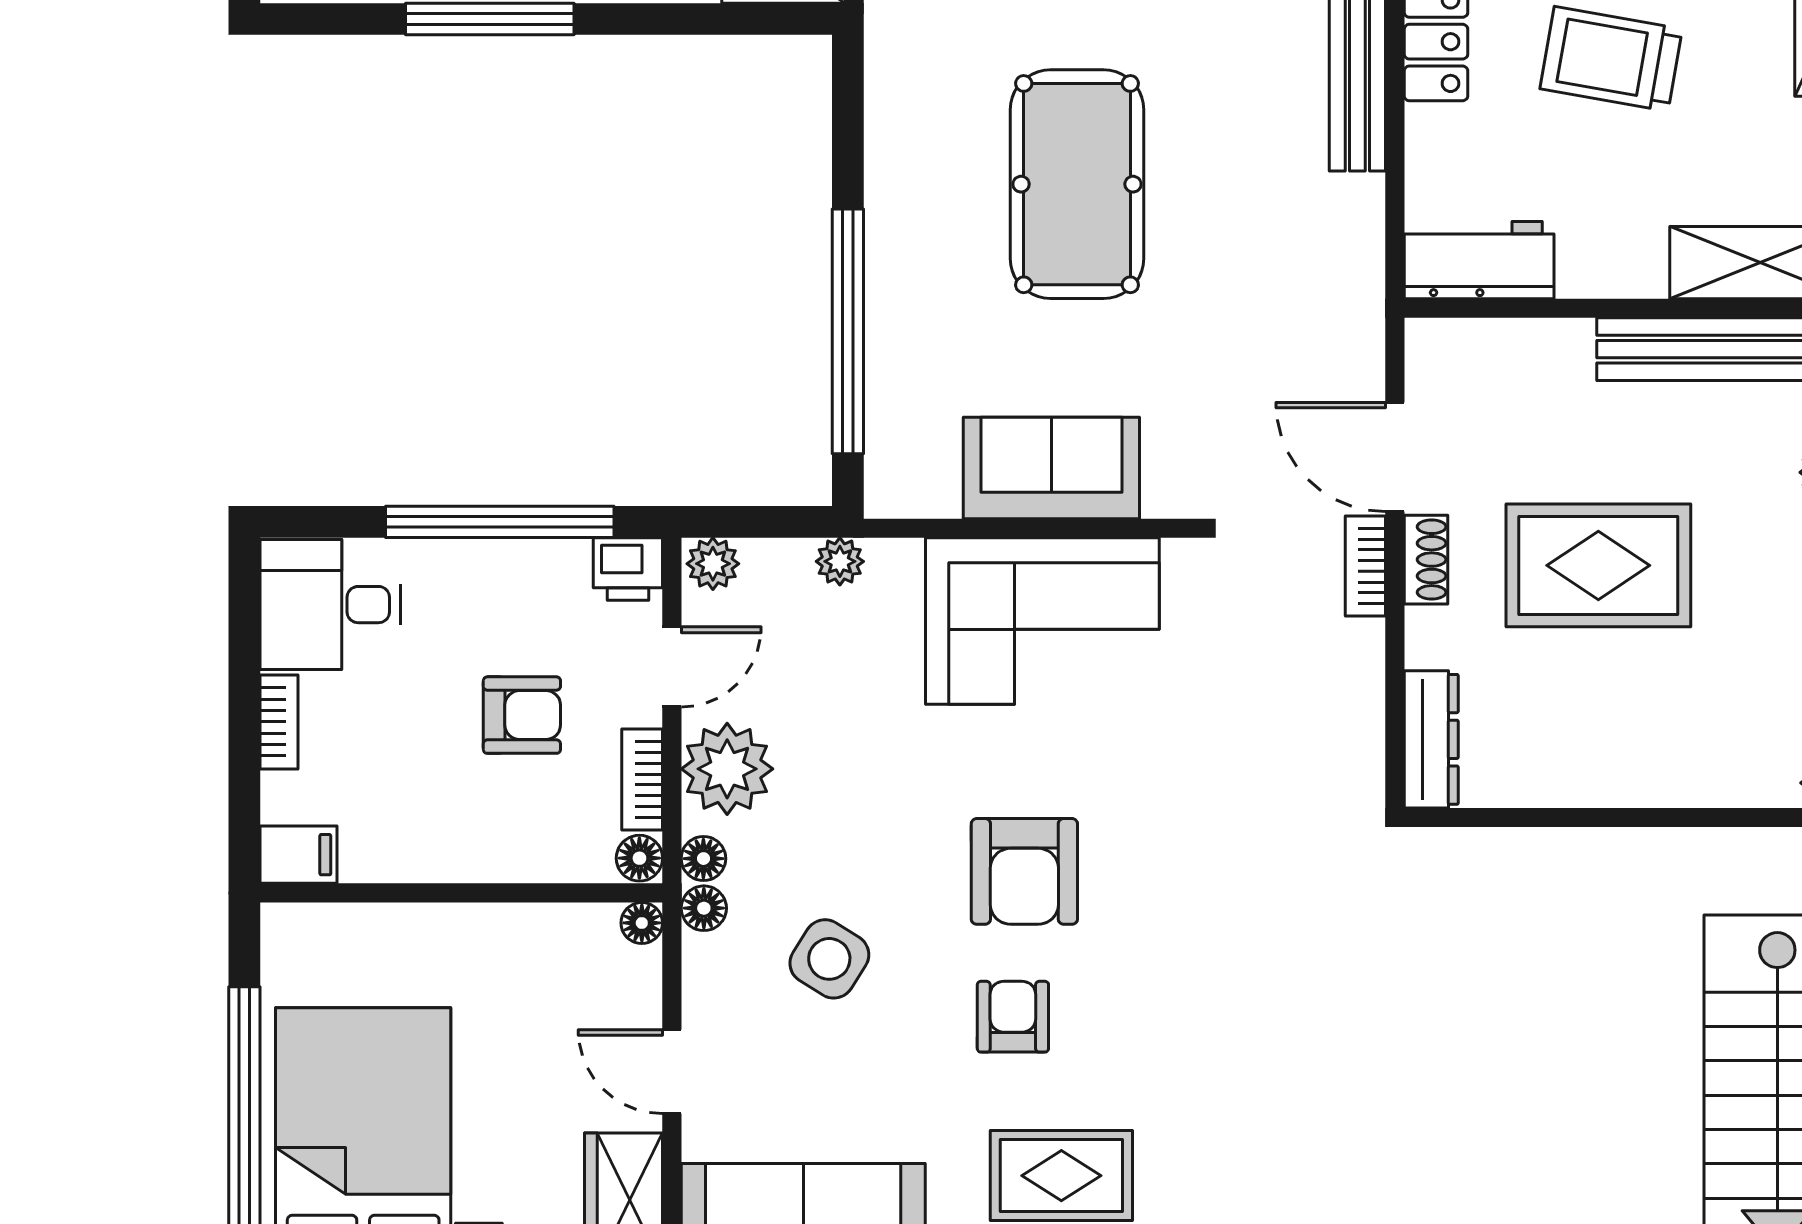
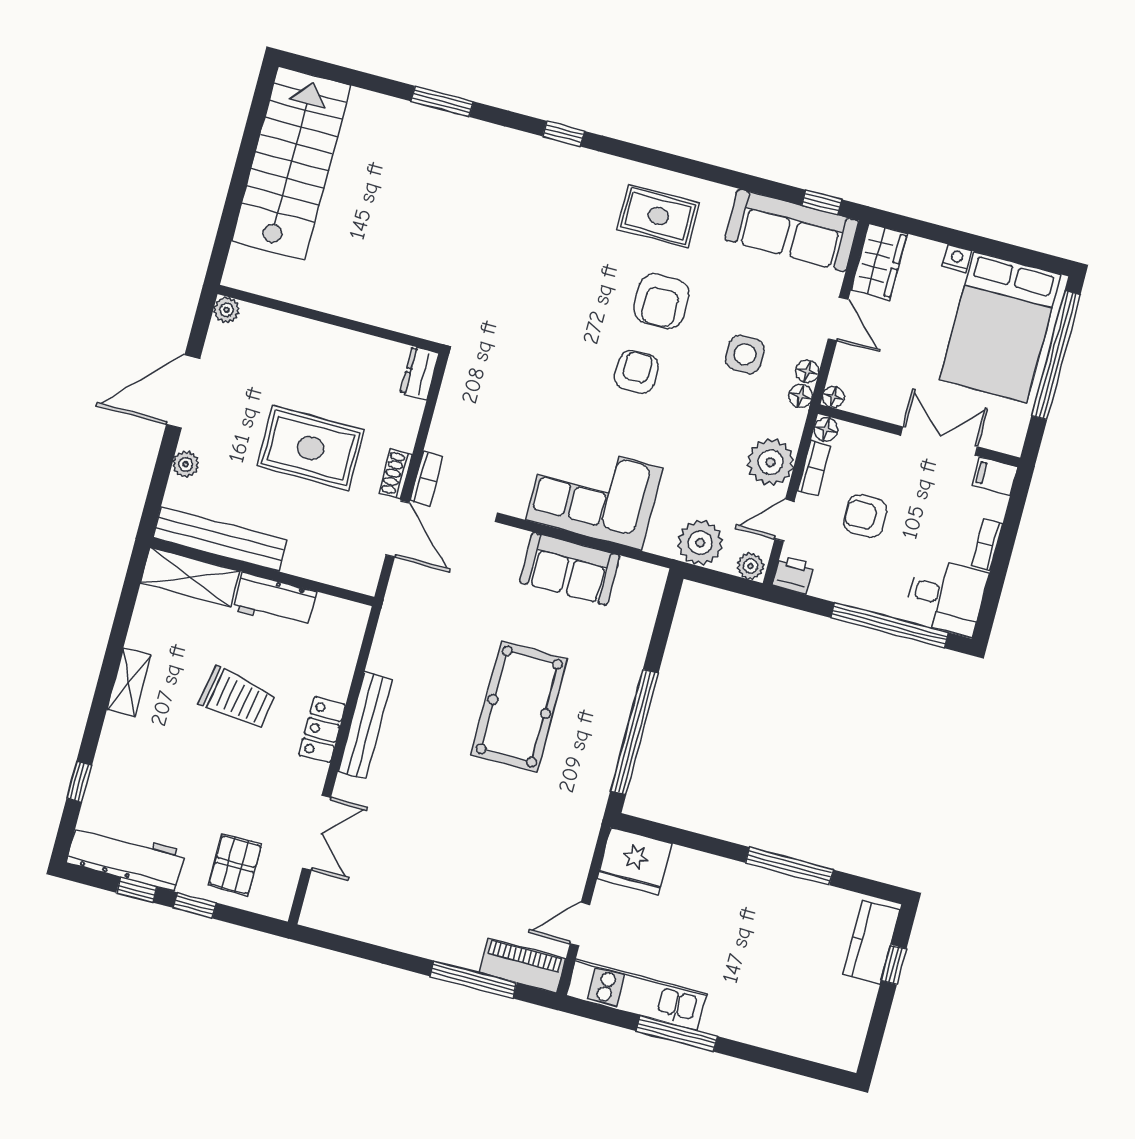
workbench: (1479, 260) -> (274, 601), moved
window: (848, 331) -> (634, 732), moved
window: (500, 522) -> (890, 625), moved
plant: (840, 561) -> (700, 543), width x1.88, depth x1.88
dresser: (1431, 739) -> (420, 373), width x0.70
floor lamp: (703, 859) -> (807, 371), moved
armchair: (1024, 871) -> (636, 372), width x0.72, depth x0.72
double door: (421, 893) -> (939, 441), added
side table: (829, 959) -> (745, 354), turned -32
armchair: (1013, 1017) -> (661, 301), width x1.38, depth x1.38

